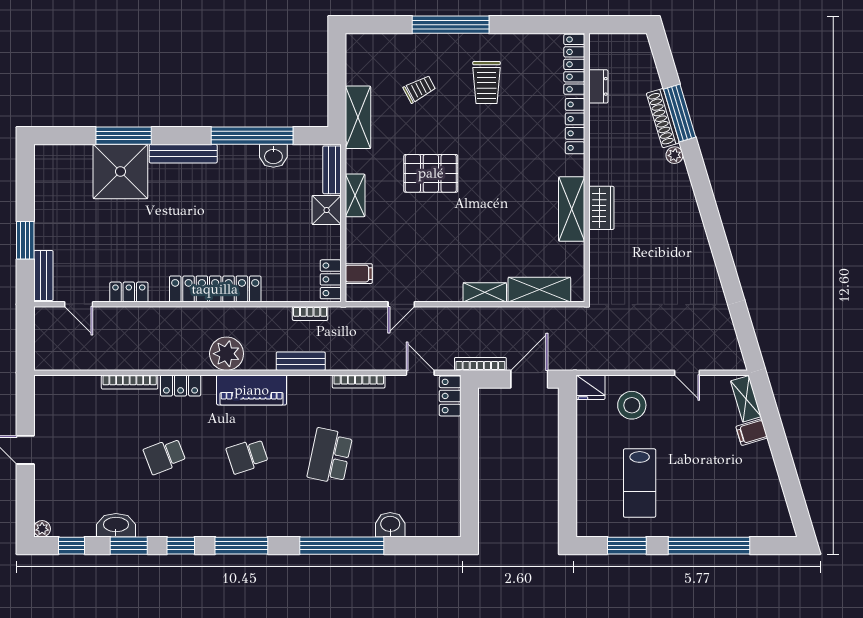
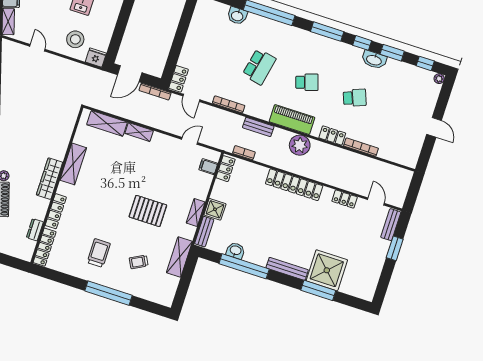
wardrobe: (601, 208) -> (50, 179), moved, width x1.50
washbasin: (116, 525) -> (374, 60), moved

